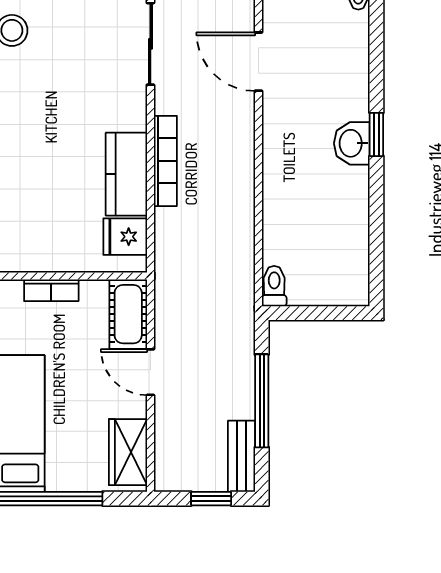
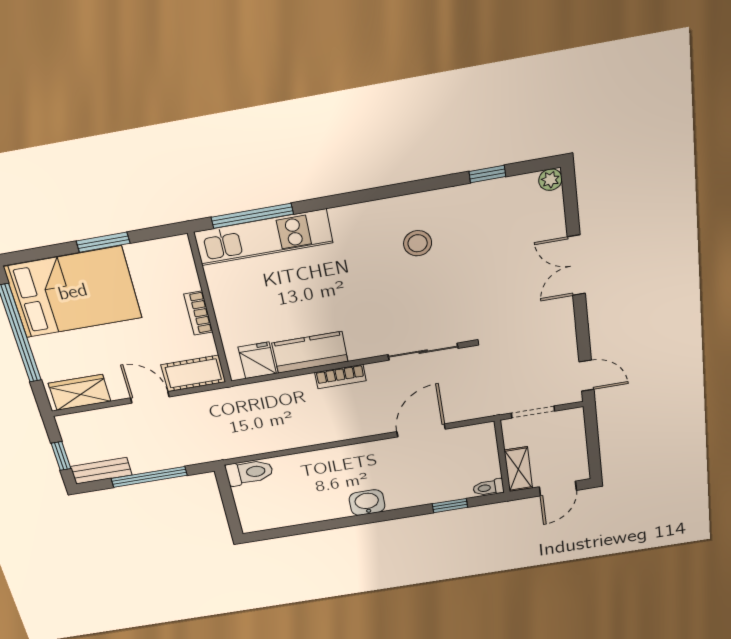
window: (376, 134) -> (450, 506), moved
bookcase: (165, 161) -> (340, 377), width x0.64
toilet: (274, 286) -> (249, 472), width x1.37, depth x1.39
door: (150, 372) -> (150, 397), hinge flipped

